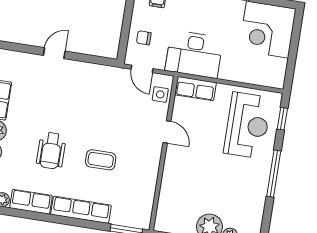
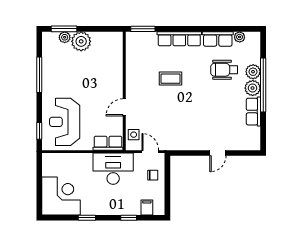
door: (167, 132) -> (124, 107), hinge flipped
wheelchair: (51, 151) -> (224, 70), moved, turned -90
window: (274, 174) -> (39, 75), moved

